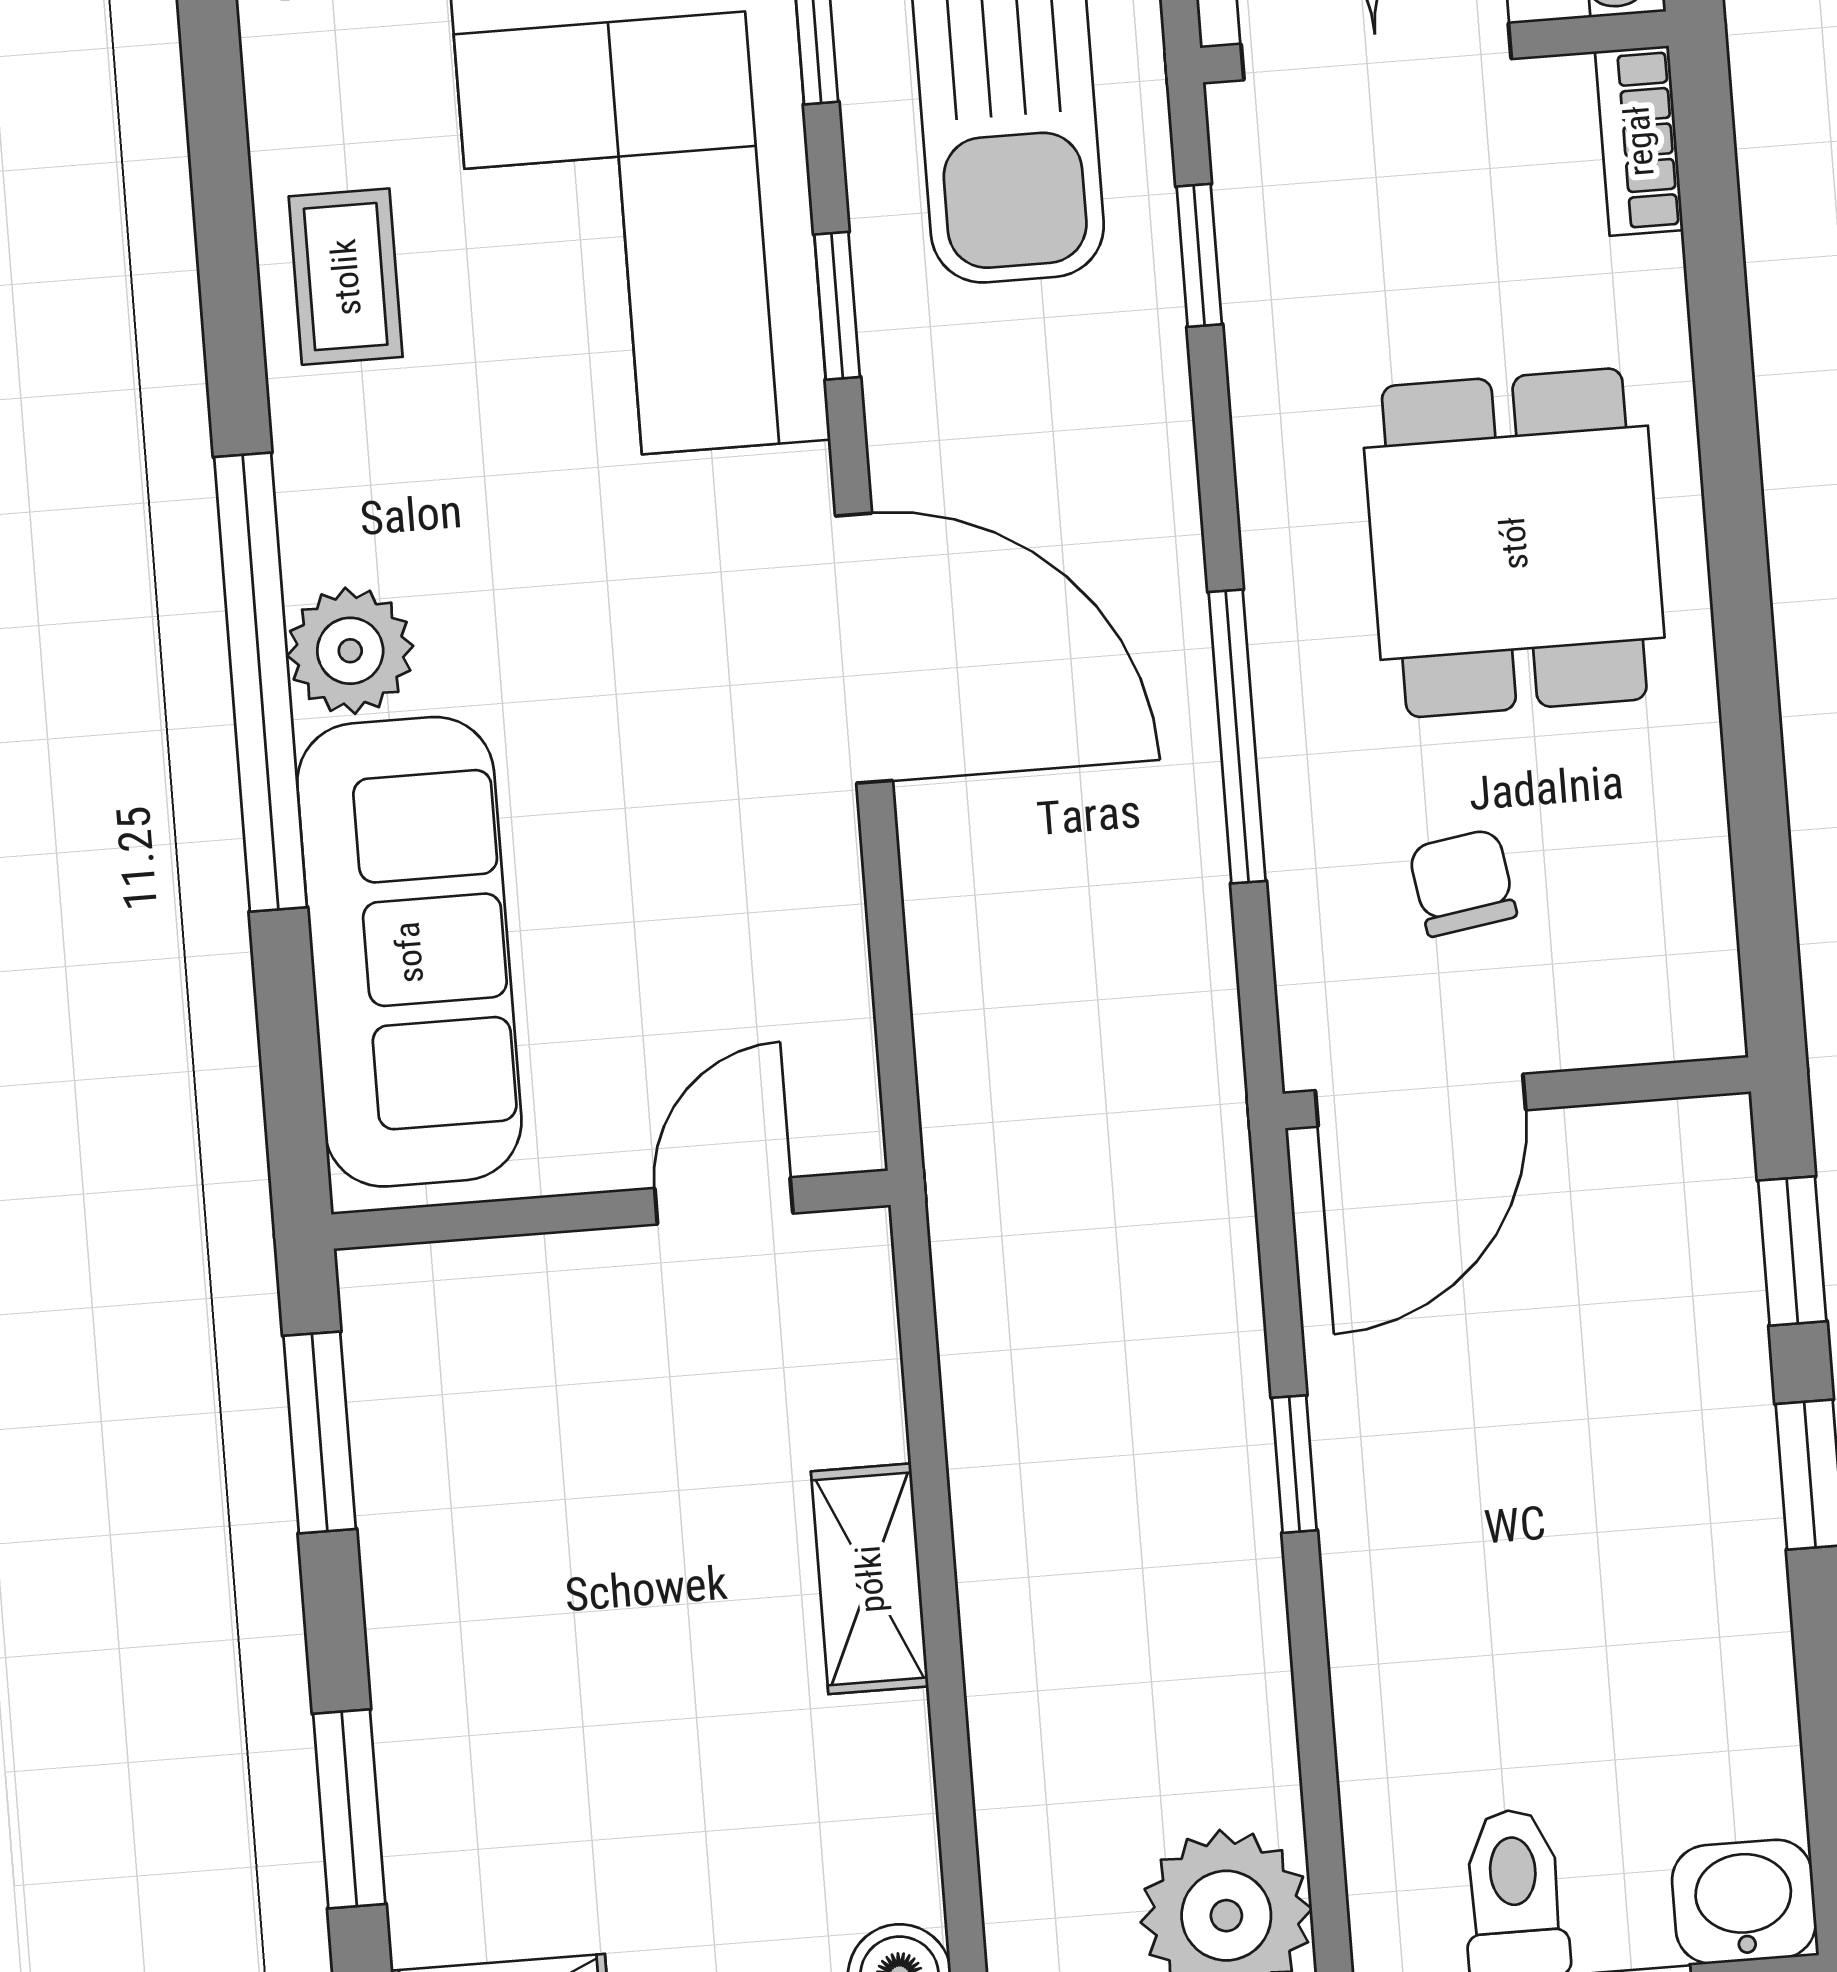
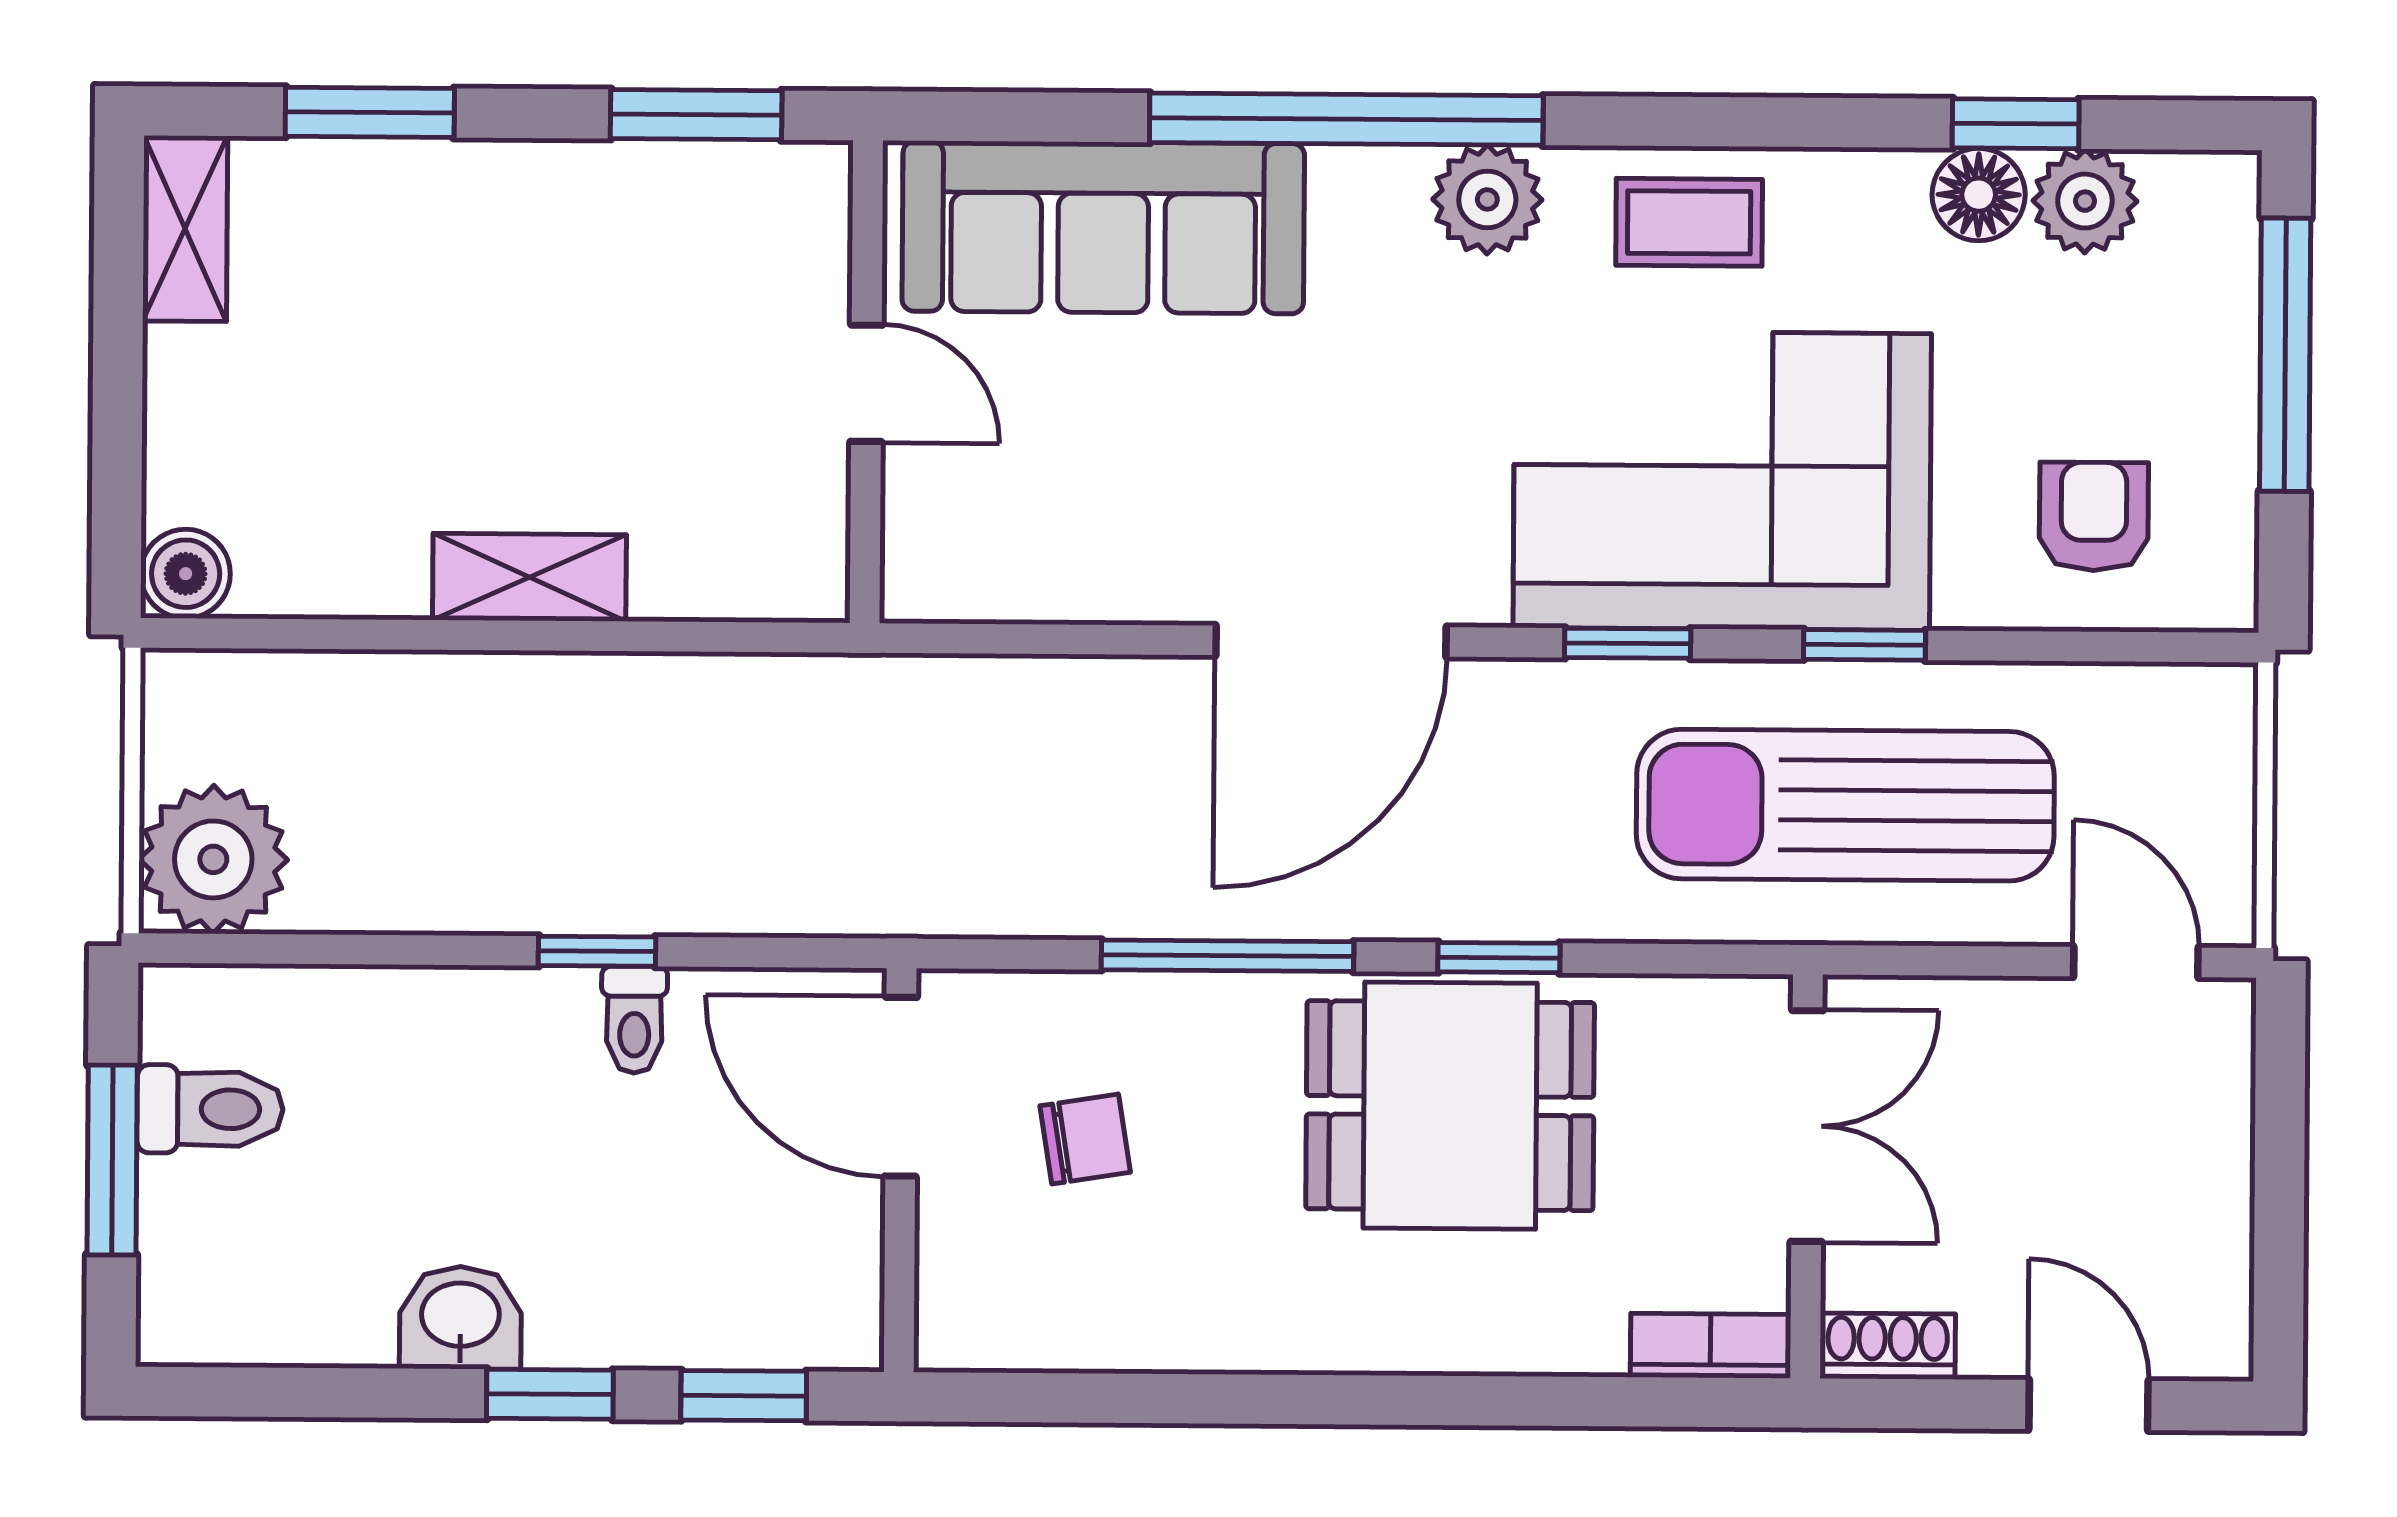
window: (1199, 255) -> (1499, 958), moved
dining table: (1514, 543) -> (1450, 1106), moved
plant: (350, 651) -> (1487, 199), moved
door: (724, 1201) -> (866, 383), moved
toilet: (1370, 1414) -> (634, 1020), added
washbasin: (1744, 1902) -> (460, 1318), moved, turned -90

